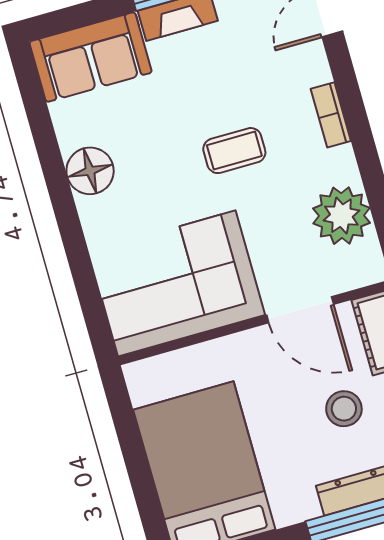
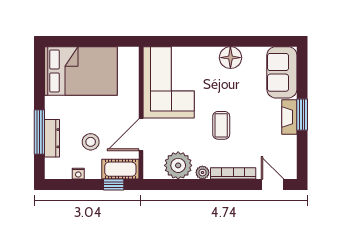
bookcase: (331, 115) -> (233, 173), width x1.56
plant: (342, 162) -> (202, 173), added

